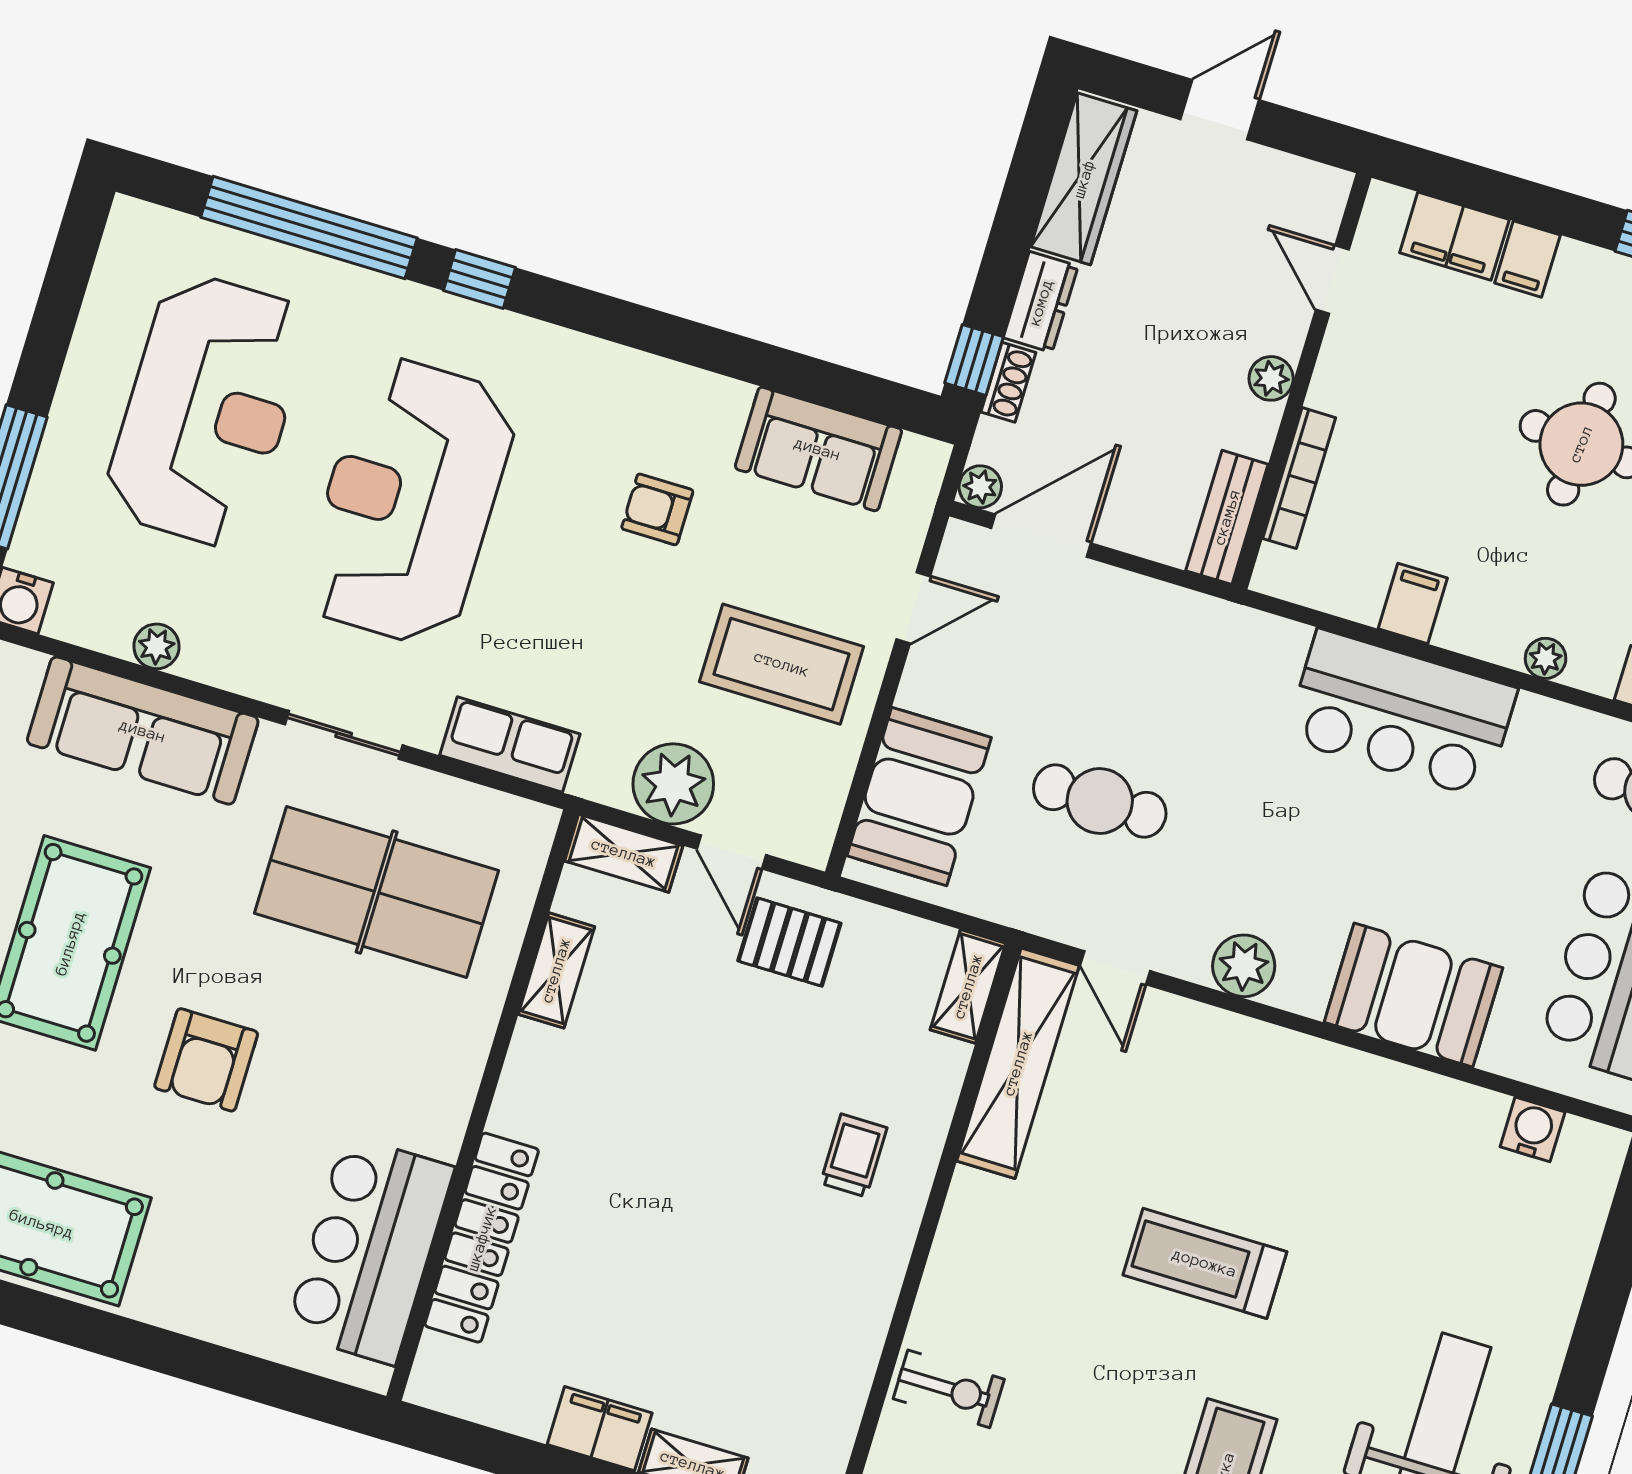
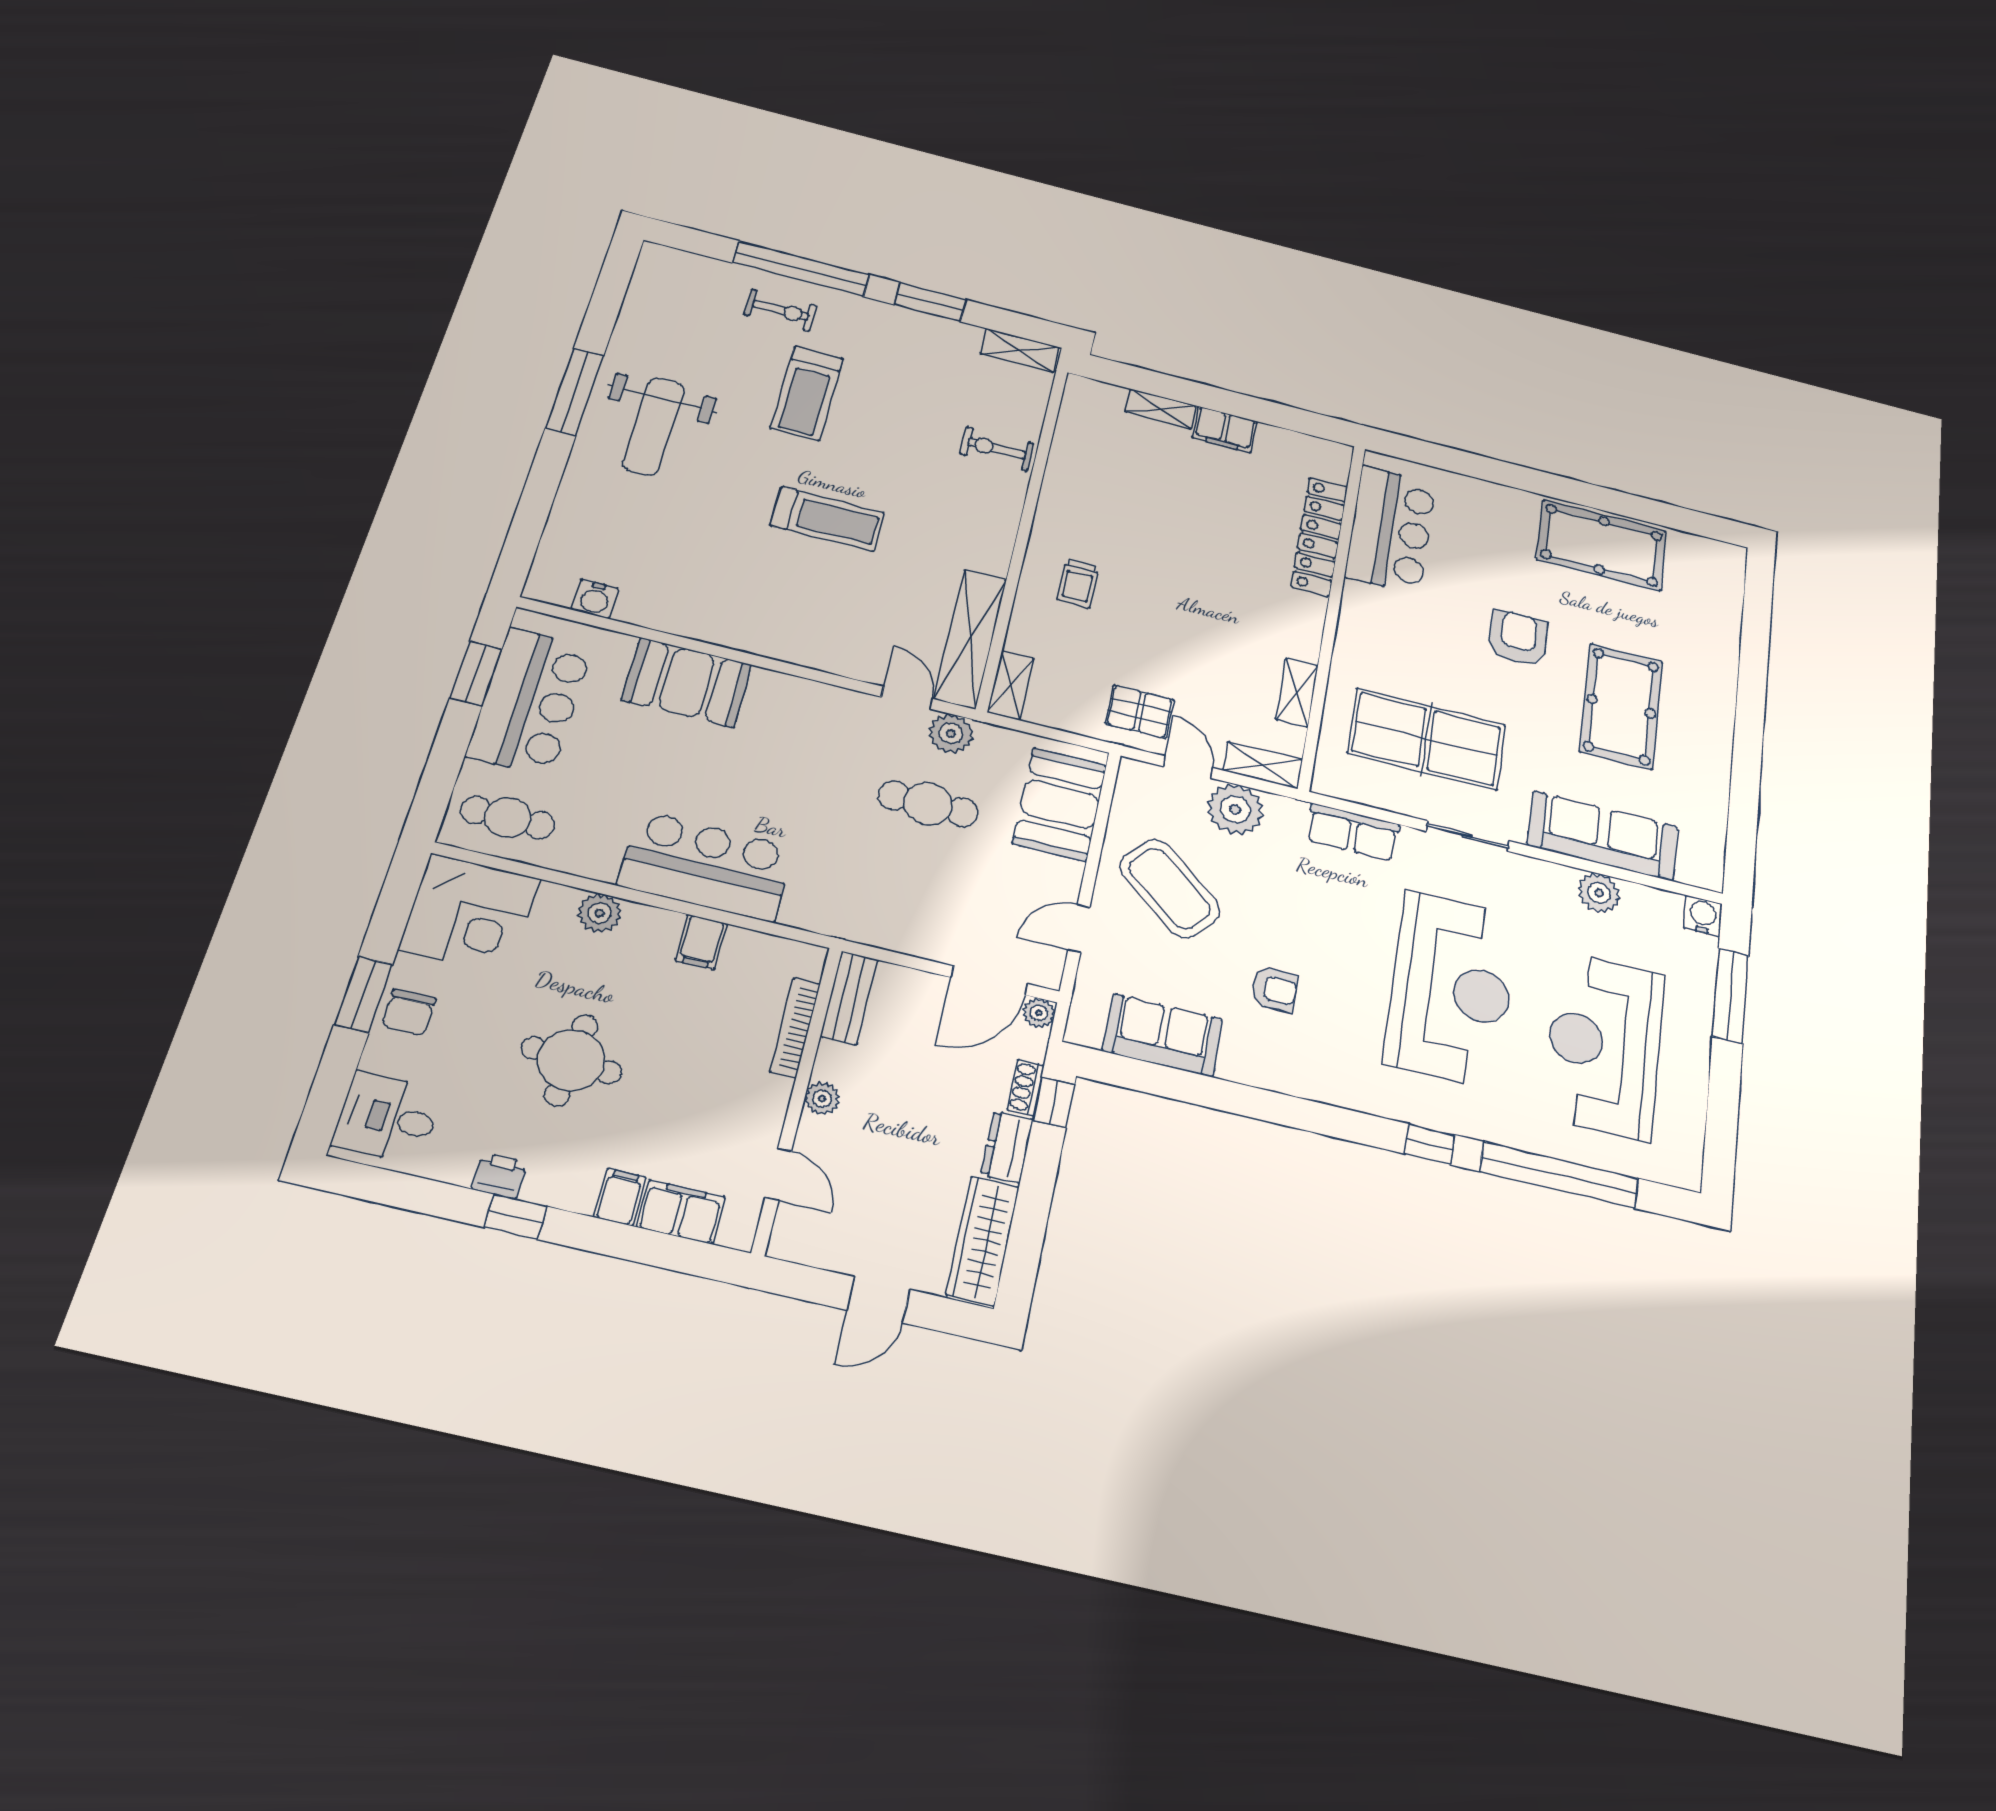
plant: (157, 646) -> (1599, 893), width x1.38, depth x1.38
plant: (1546, 658) -> (599, 913), width x1.38, depth x1.38
coffee table: (782, 664) -> (1170, 888), turned 40
plant: (1244, 966) -> (951, 734), moved

